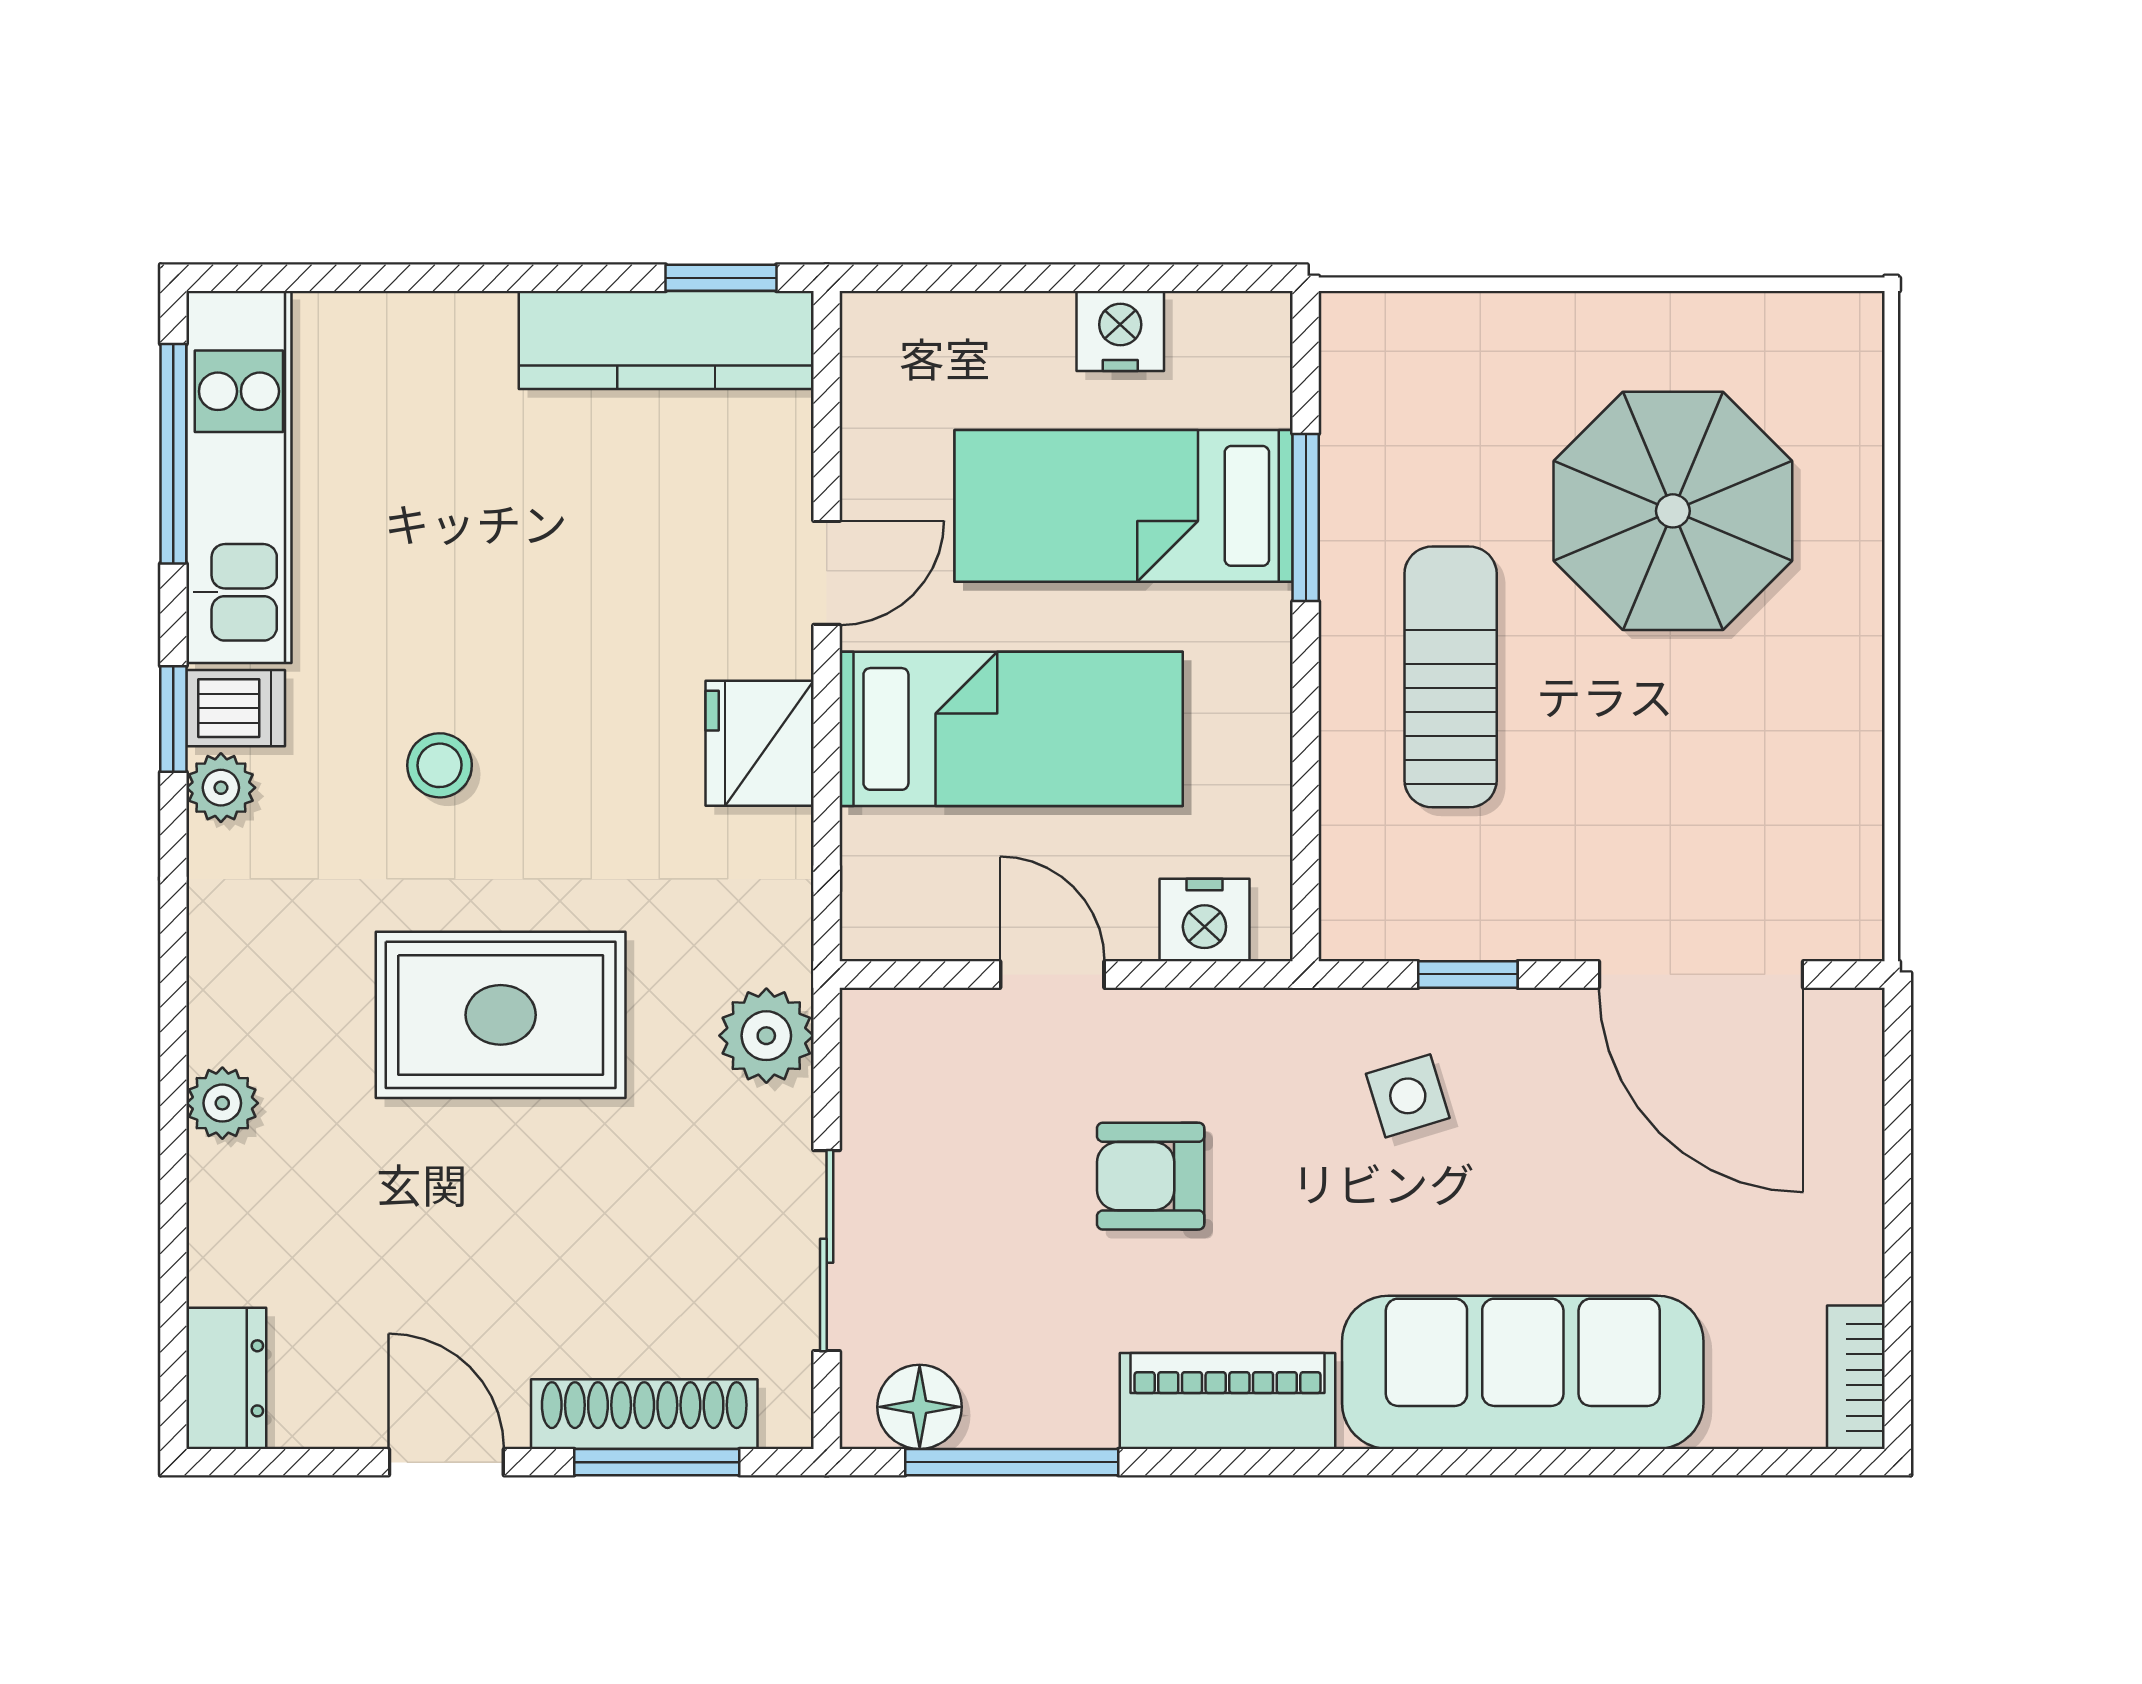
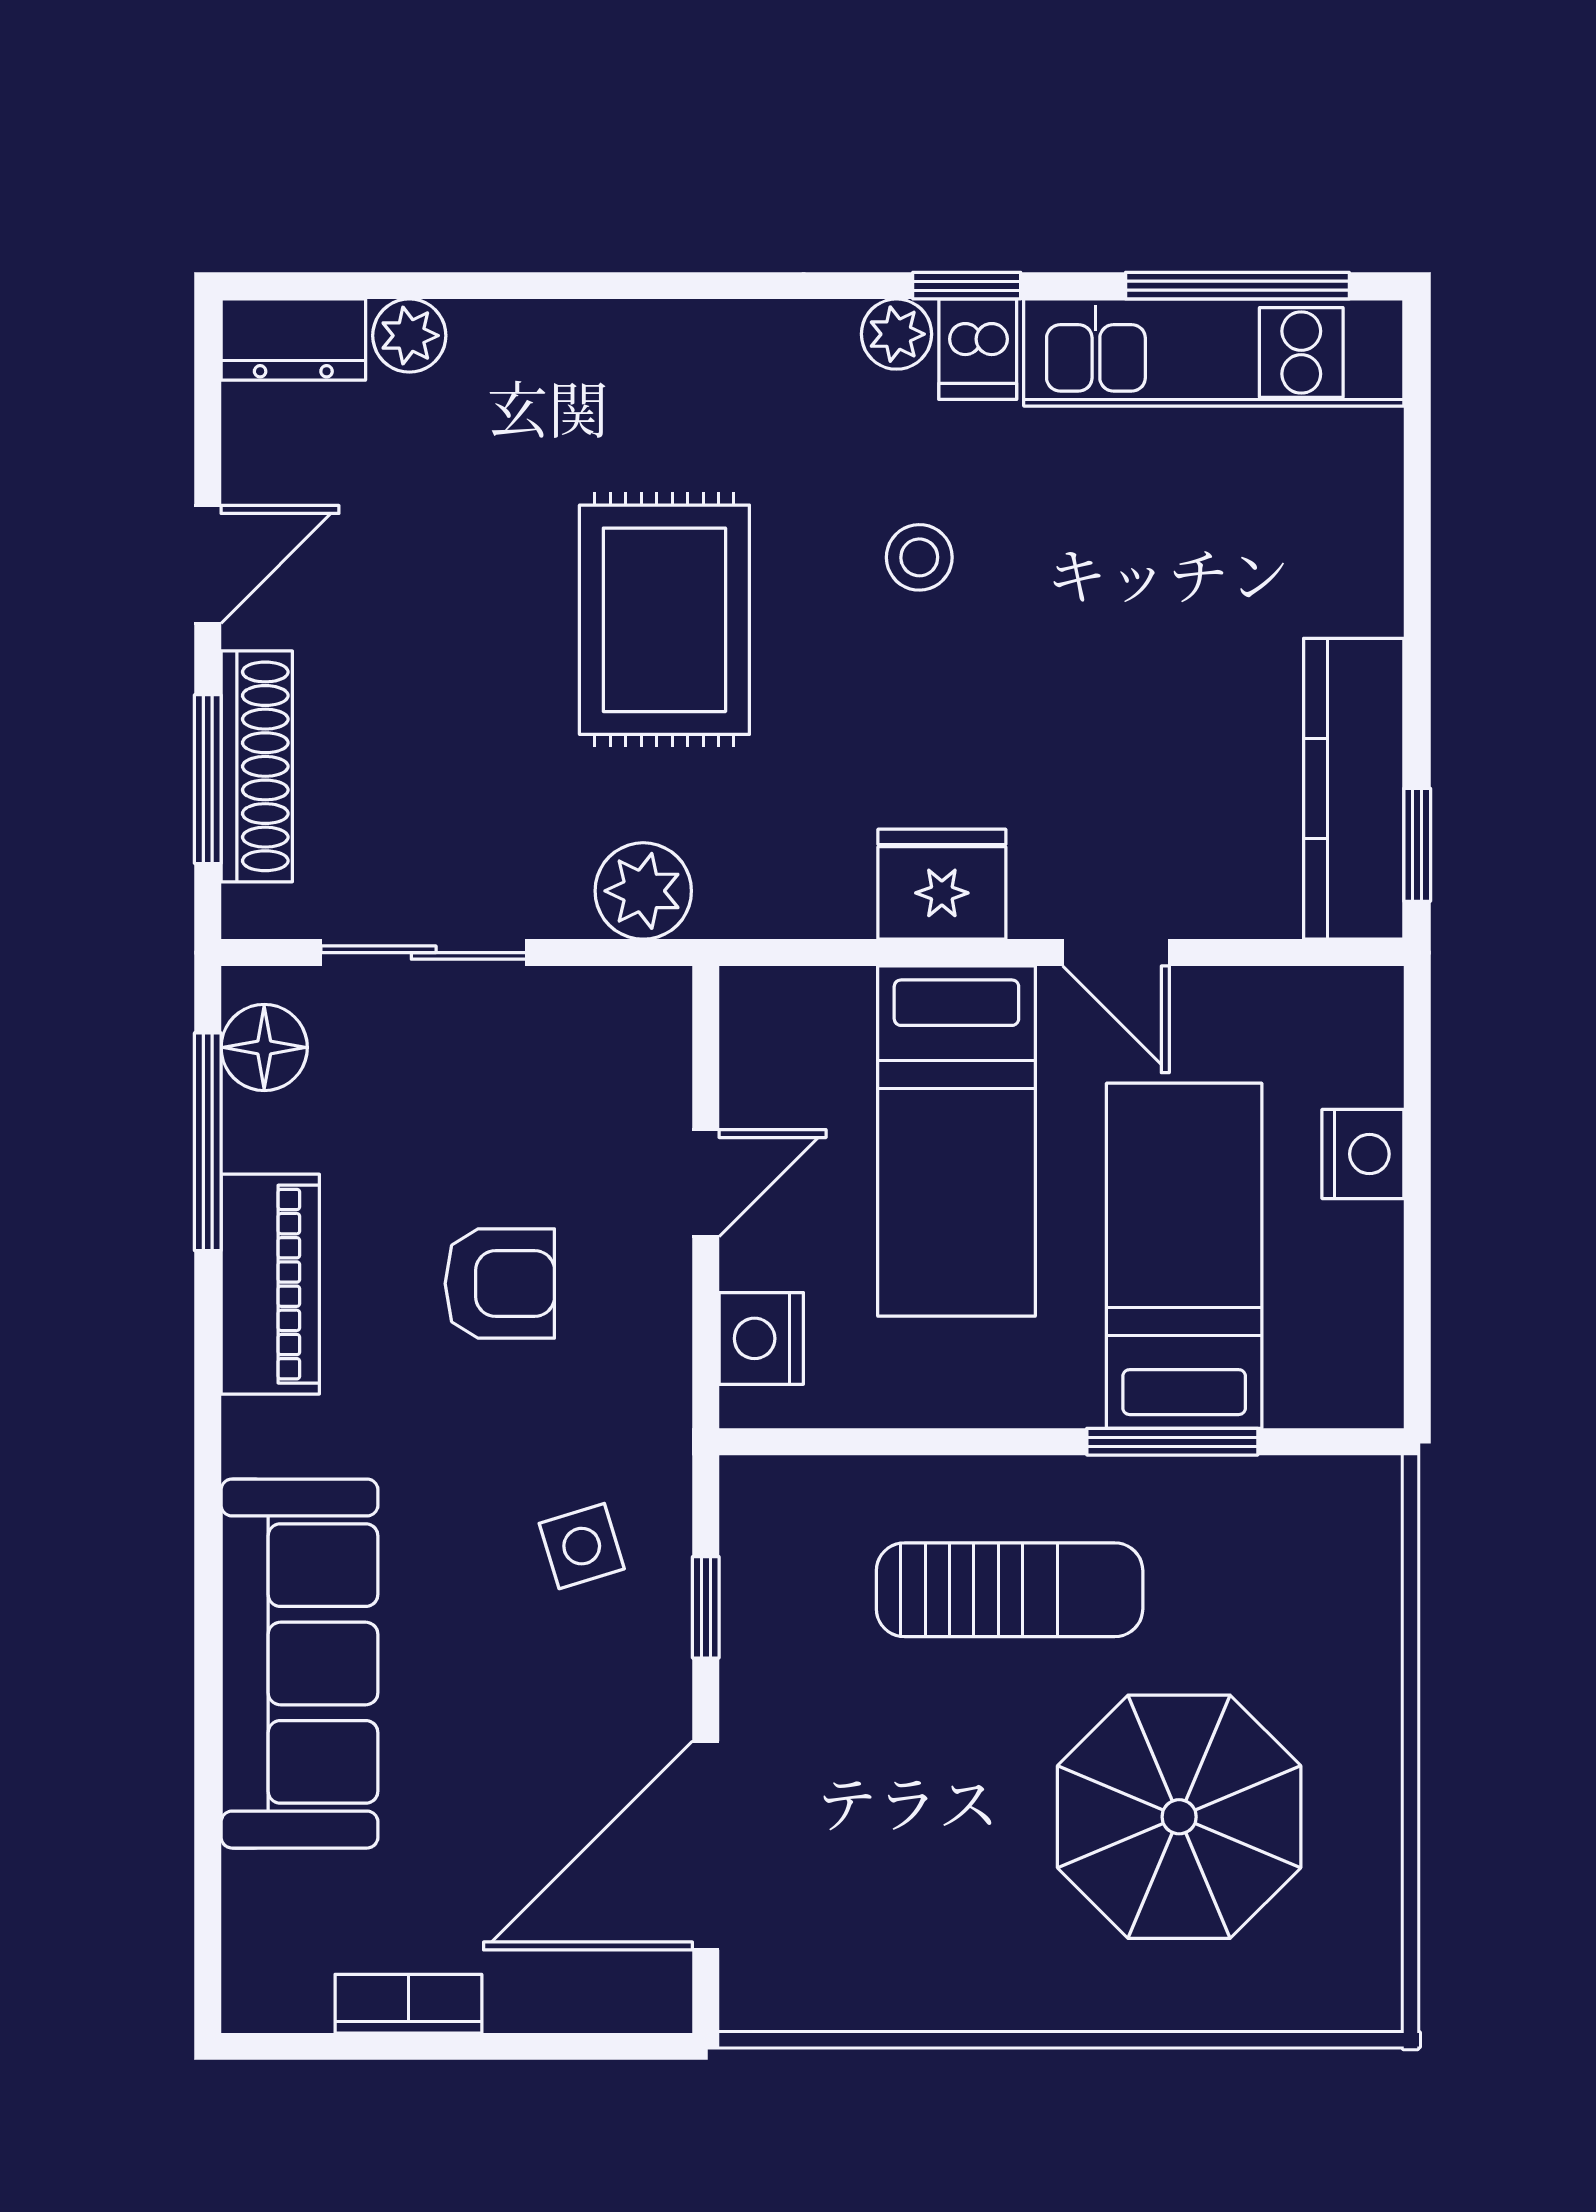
nightstand: (1120, 331) -> (1363, 1154), moved
plant: (222, 1103) -> (409, 336), moved
armchair: (1151, 1176) -> (500, 1284), turned 90
bookcase: (1856, 1377) -> (408, 2004), moved
piano: (1228, 1401) -> (270, 1284), moved

